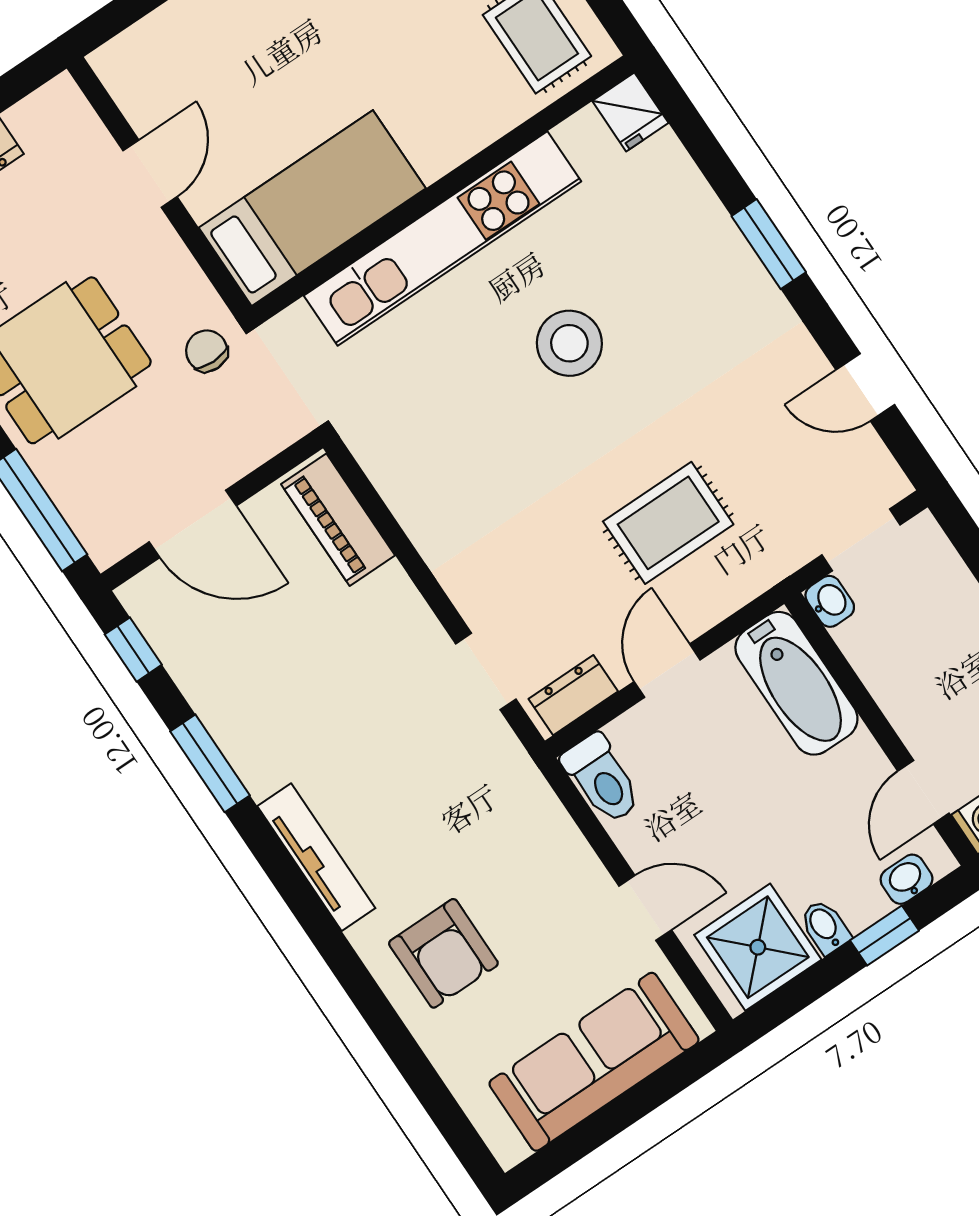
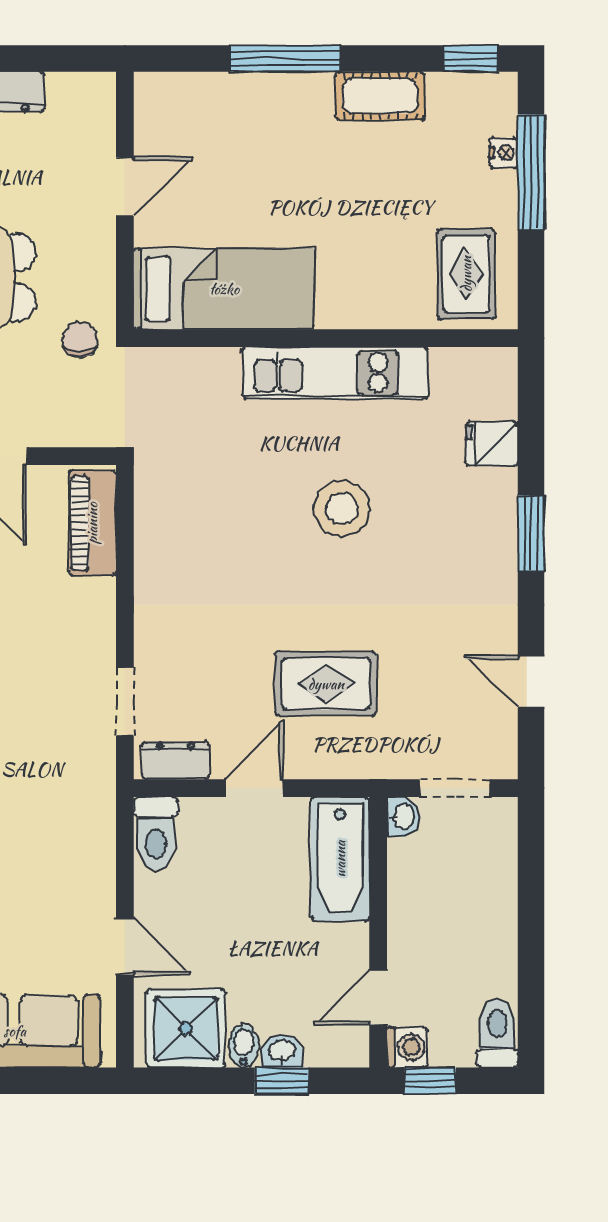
fridge: (630, 112) -> (492, 444), moved, turned 90
kitchen unit: (442, 238) -> (335, 373), width x0.73
washbasin: (907, 879) -> (282, 1051), moved

